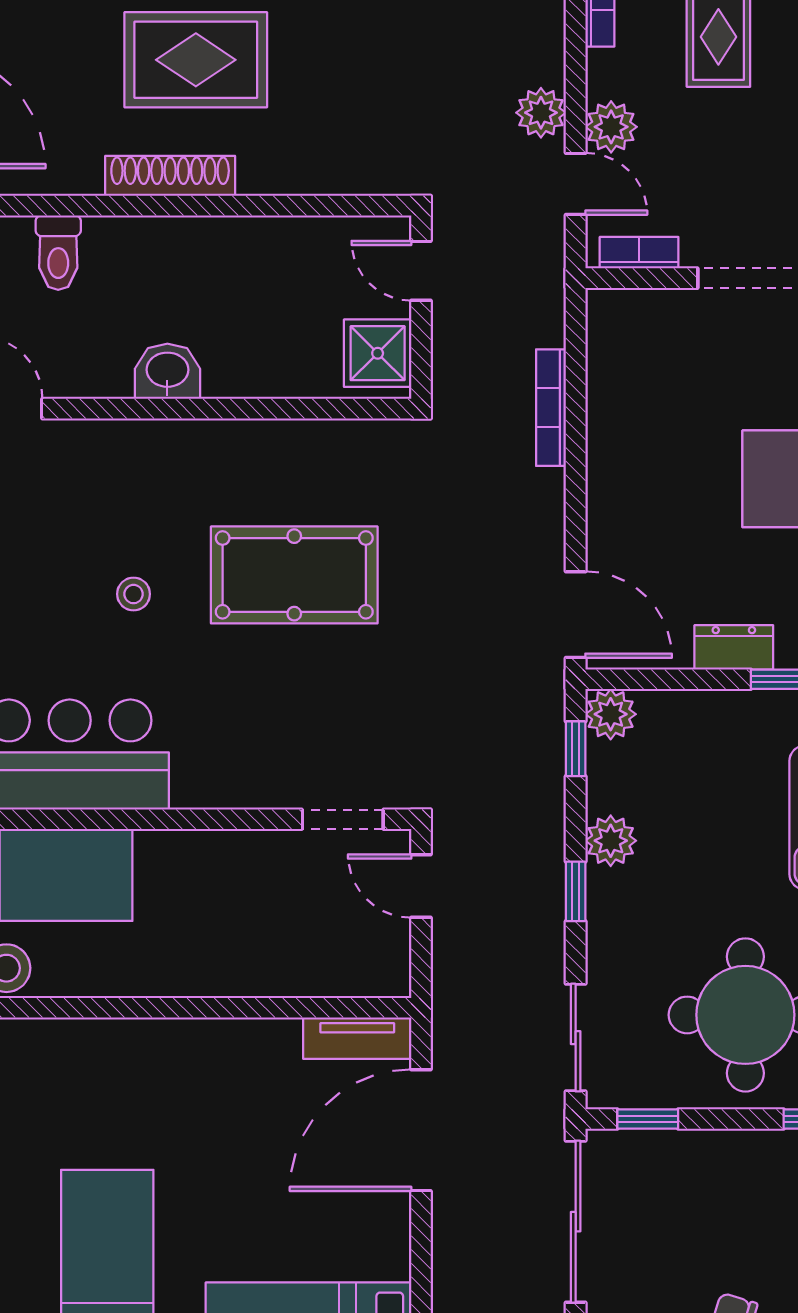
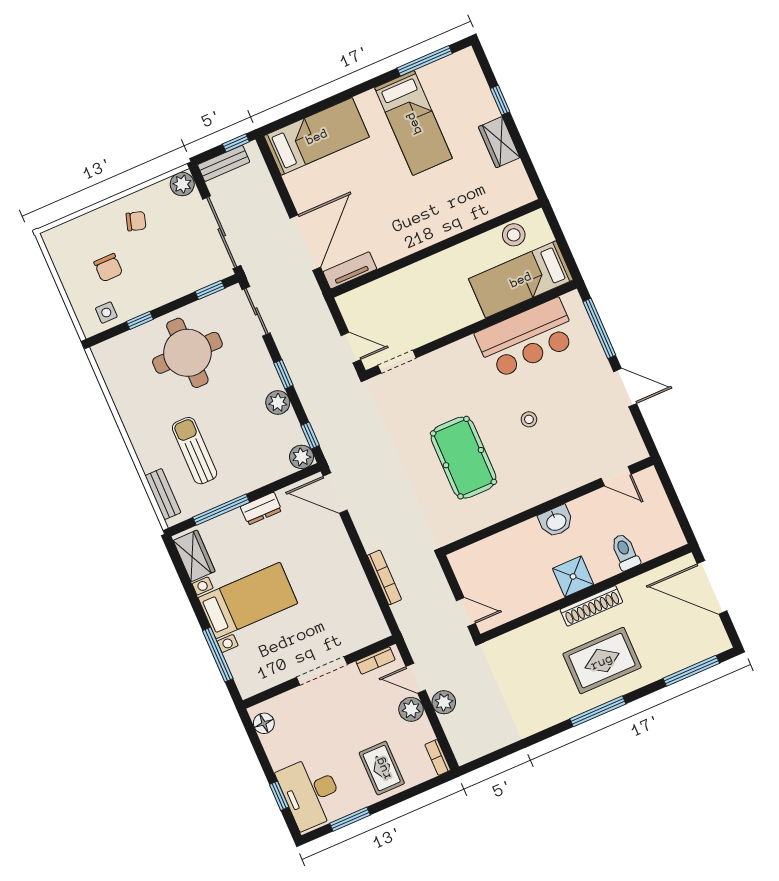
shower: (378, 353) -> (573, 576), moved
pool table: (294, 575) -> (463, 458), turned 90

